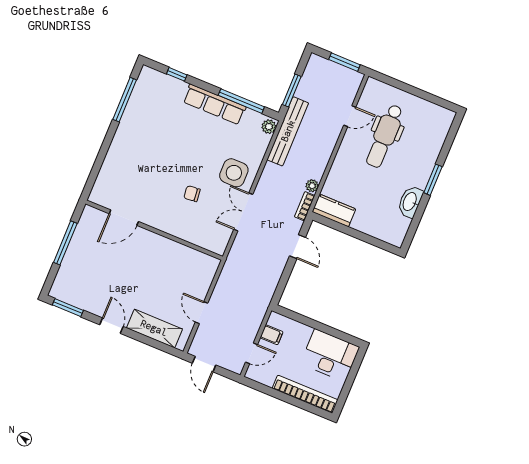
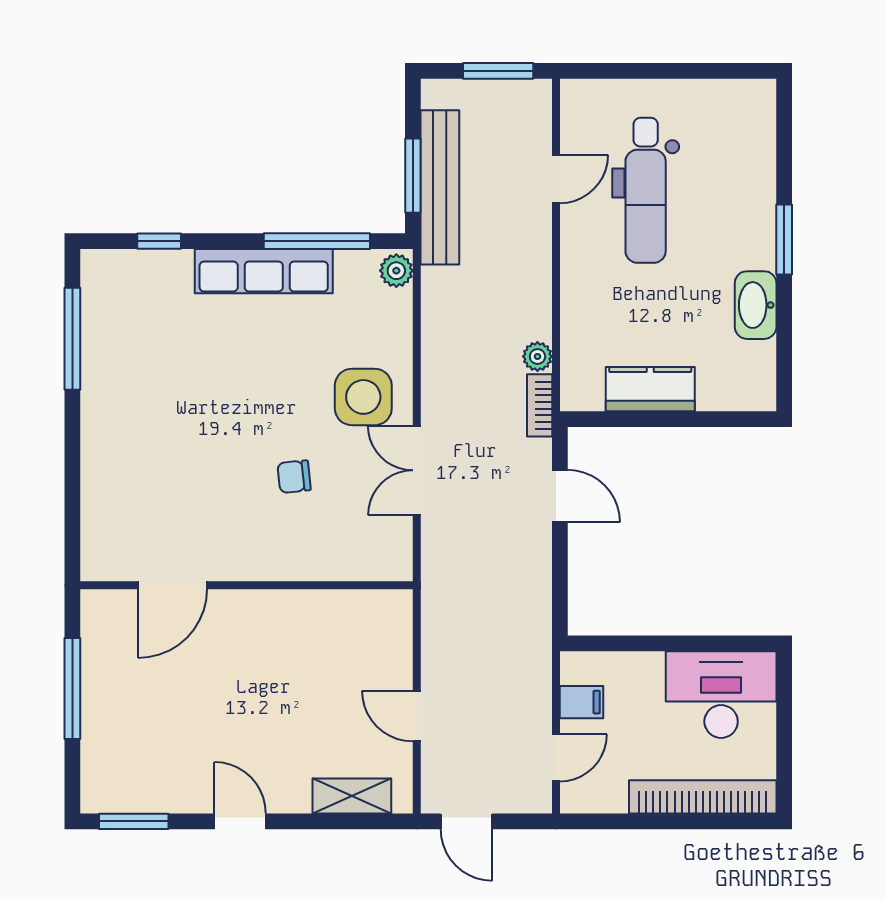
bench: (288, 131) -> (440, 187), moved
kitchen counter: (334, 210) -> (650, 389), moved
shelving: (154, 328) -> (352, 796), width x0.67, depth x0.75

